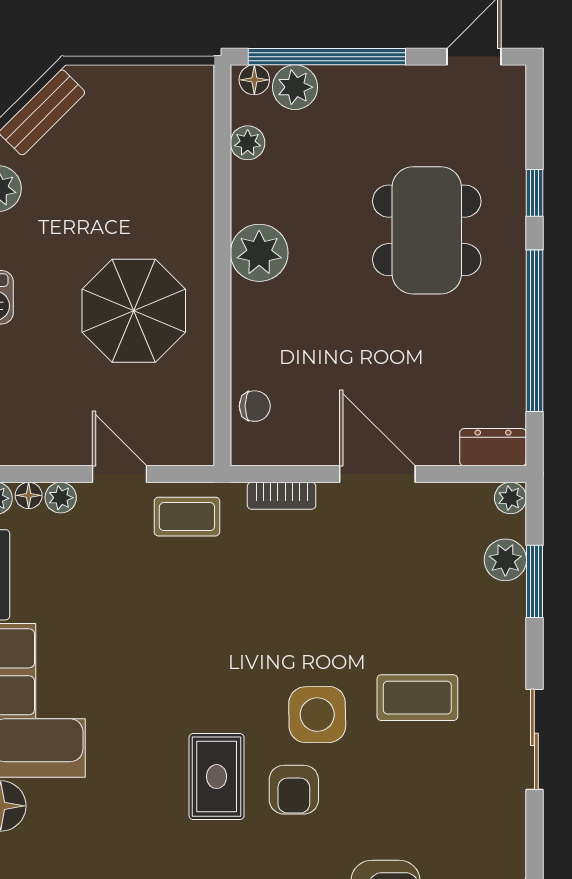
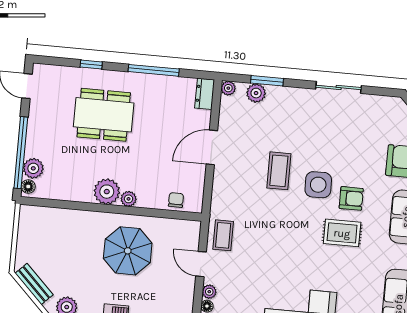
plant: (248, 143) -> (129, 199), moved
window: (534, 331) -> (154, 70), width x0.68
door: (120, 474) -> (201, 264), hinge flipped
bookcase: (282, 496) -> (218, 192), removed
coffee table: (417, 698) -> (279, 171), moved

